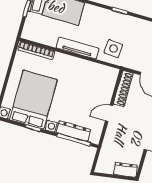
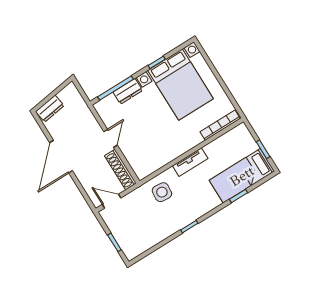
tv unit: (78, 48) -> (190, 162), width x0.71
dresser: (73, 131) -> (128, 91), width x0.70

